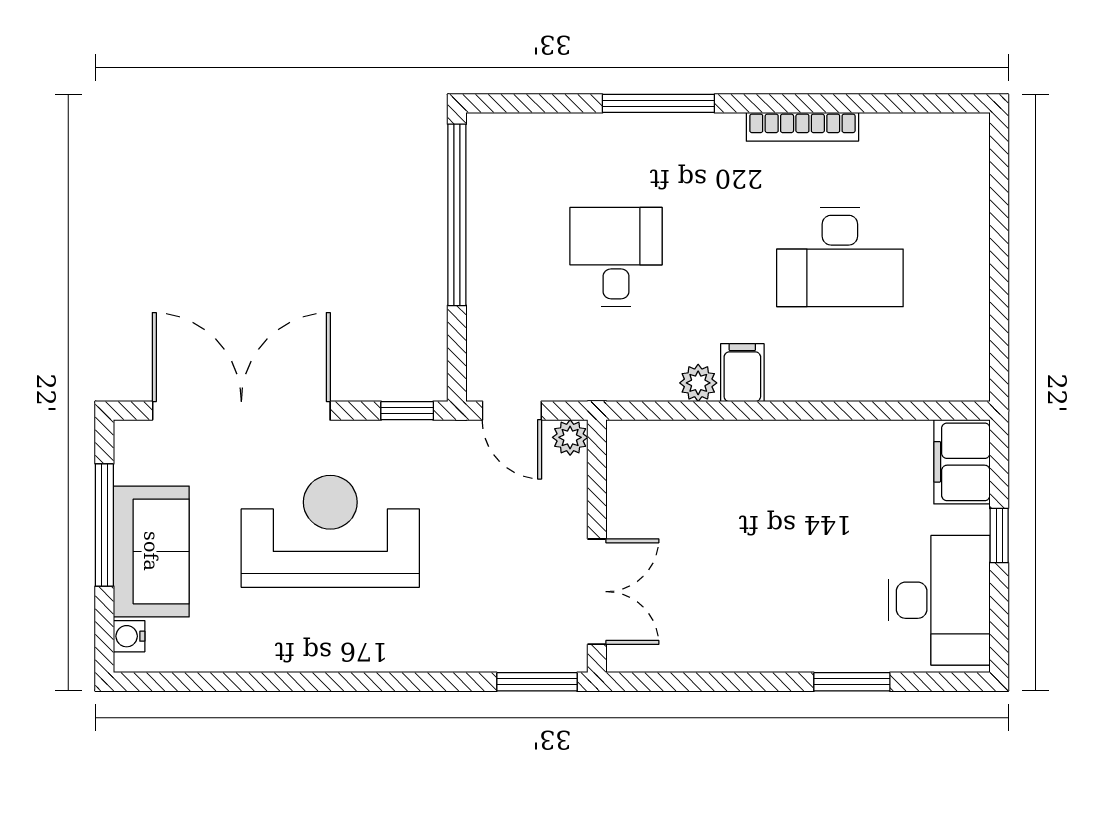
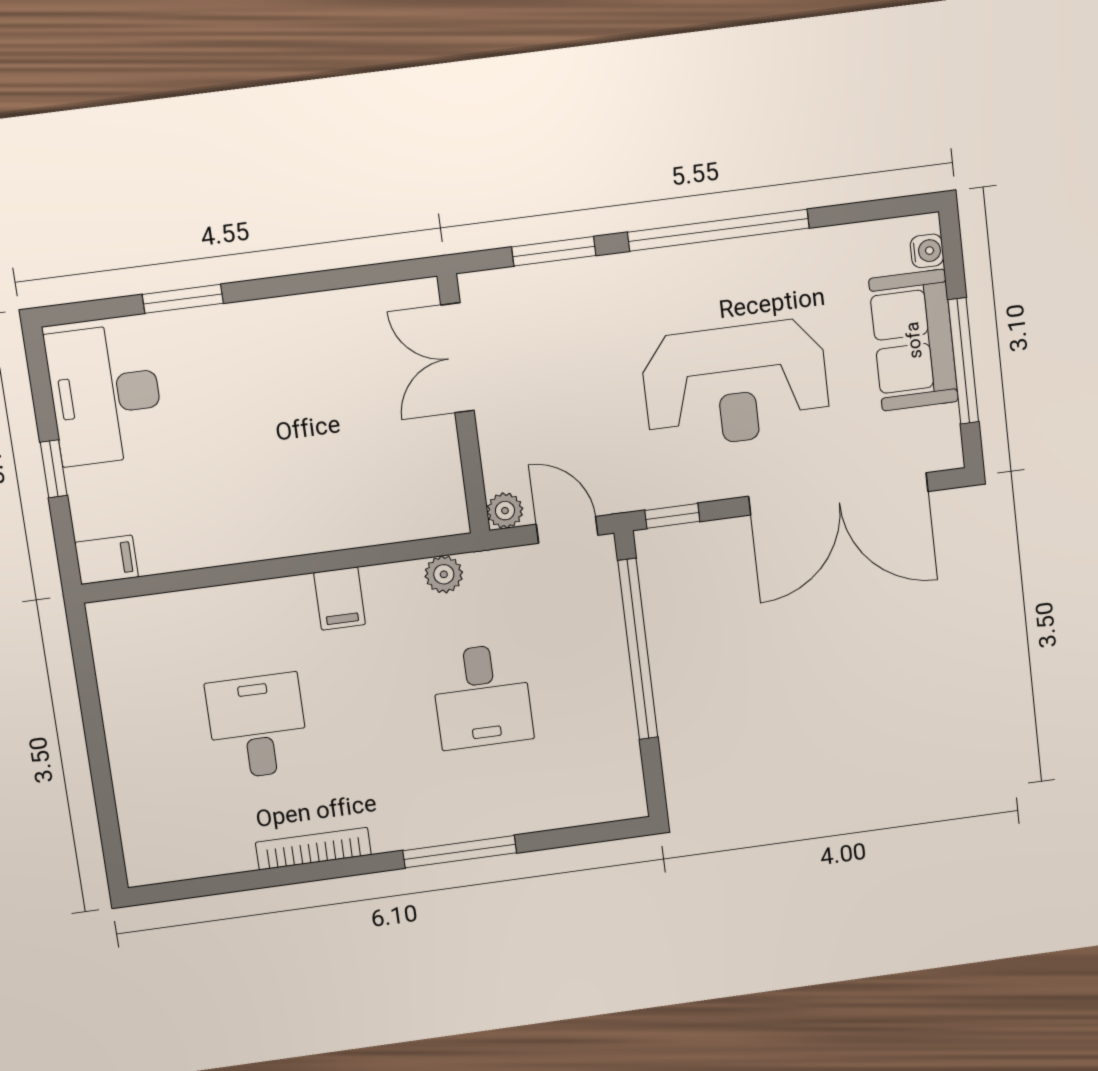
window: (457, 215) -> (638, 649), moved
desk: (840, 257) -> (257, 726), width x0.73
plant: (698, 383) -> (444, 574), moved
filing cabinet: (962, 462) -> (106, 560), width x0.50
window: (330, 682) -> (719, 230), added
window: (537, 682) -> (554, 251), moved

